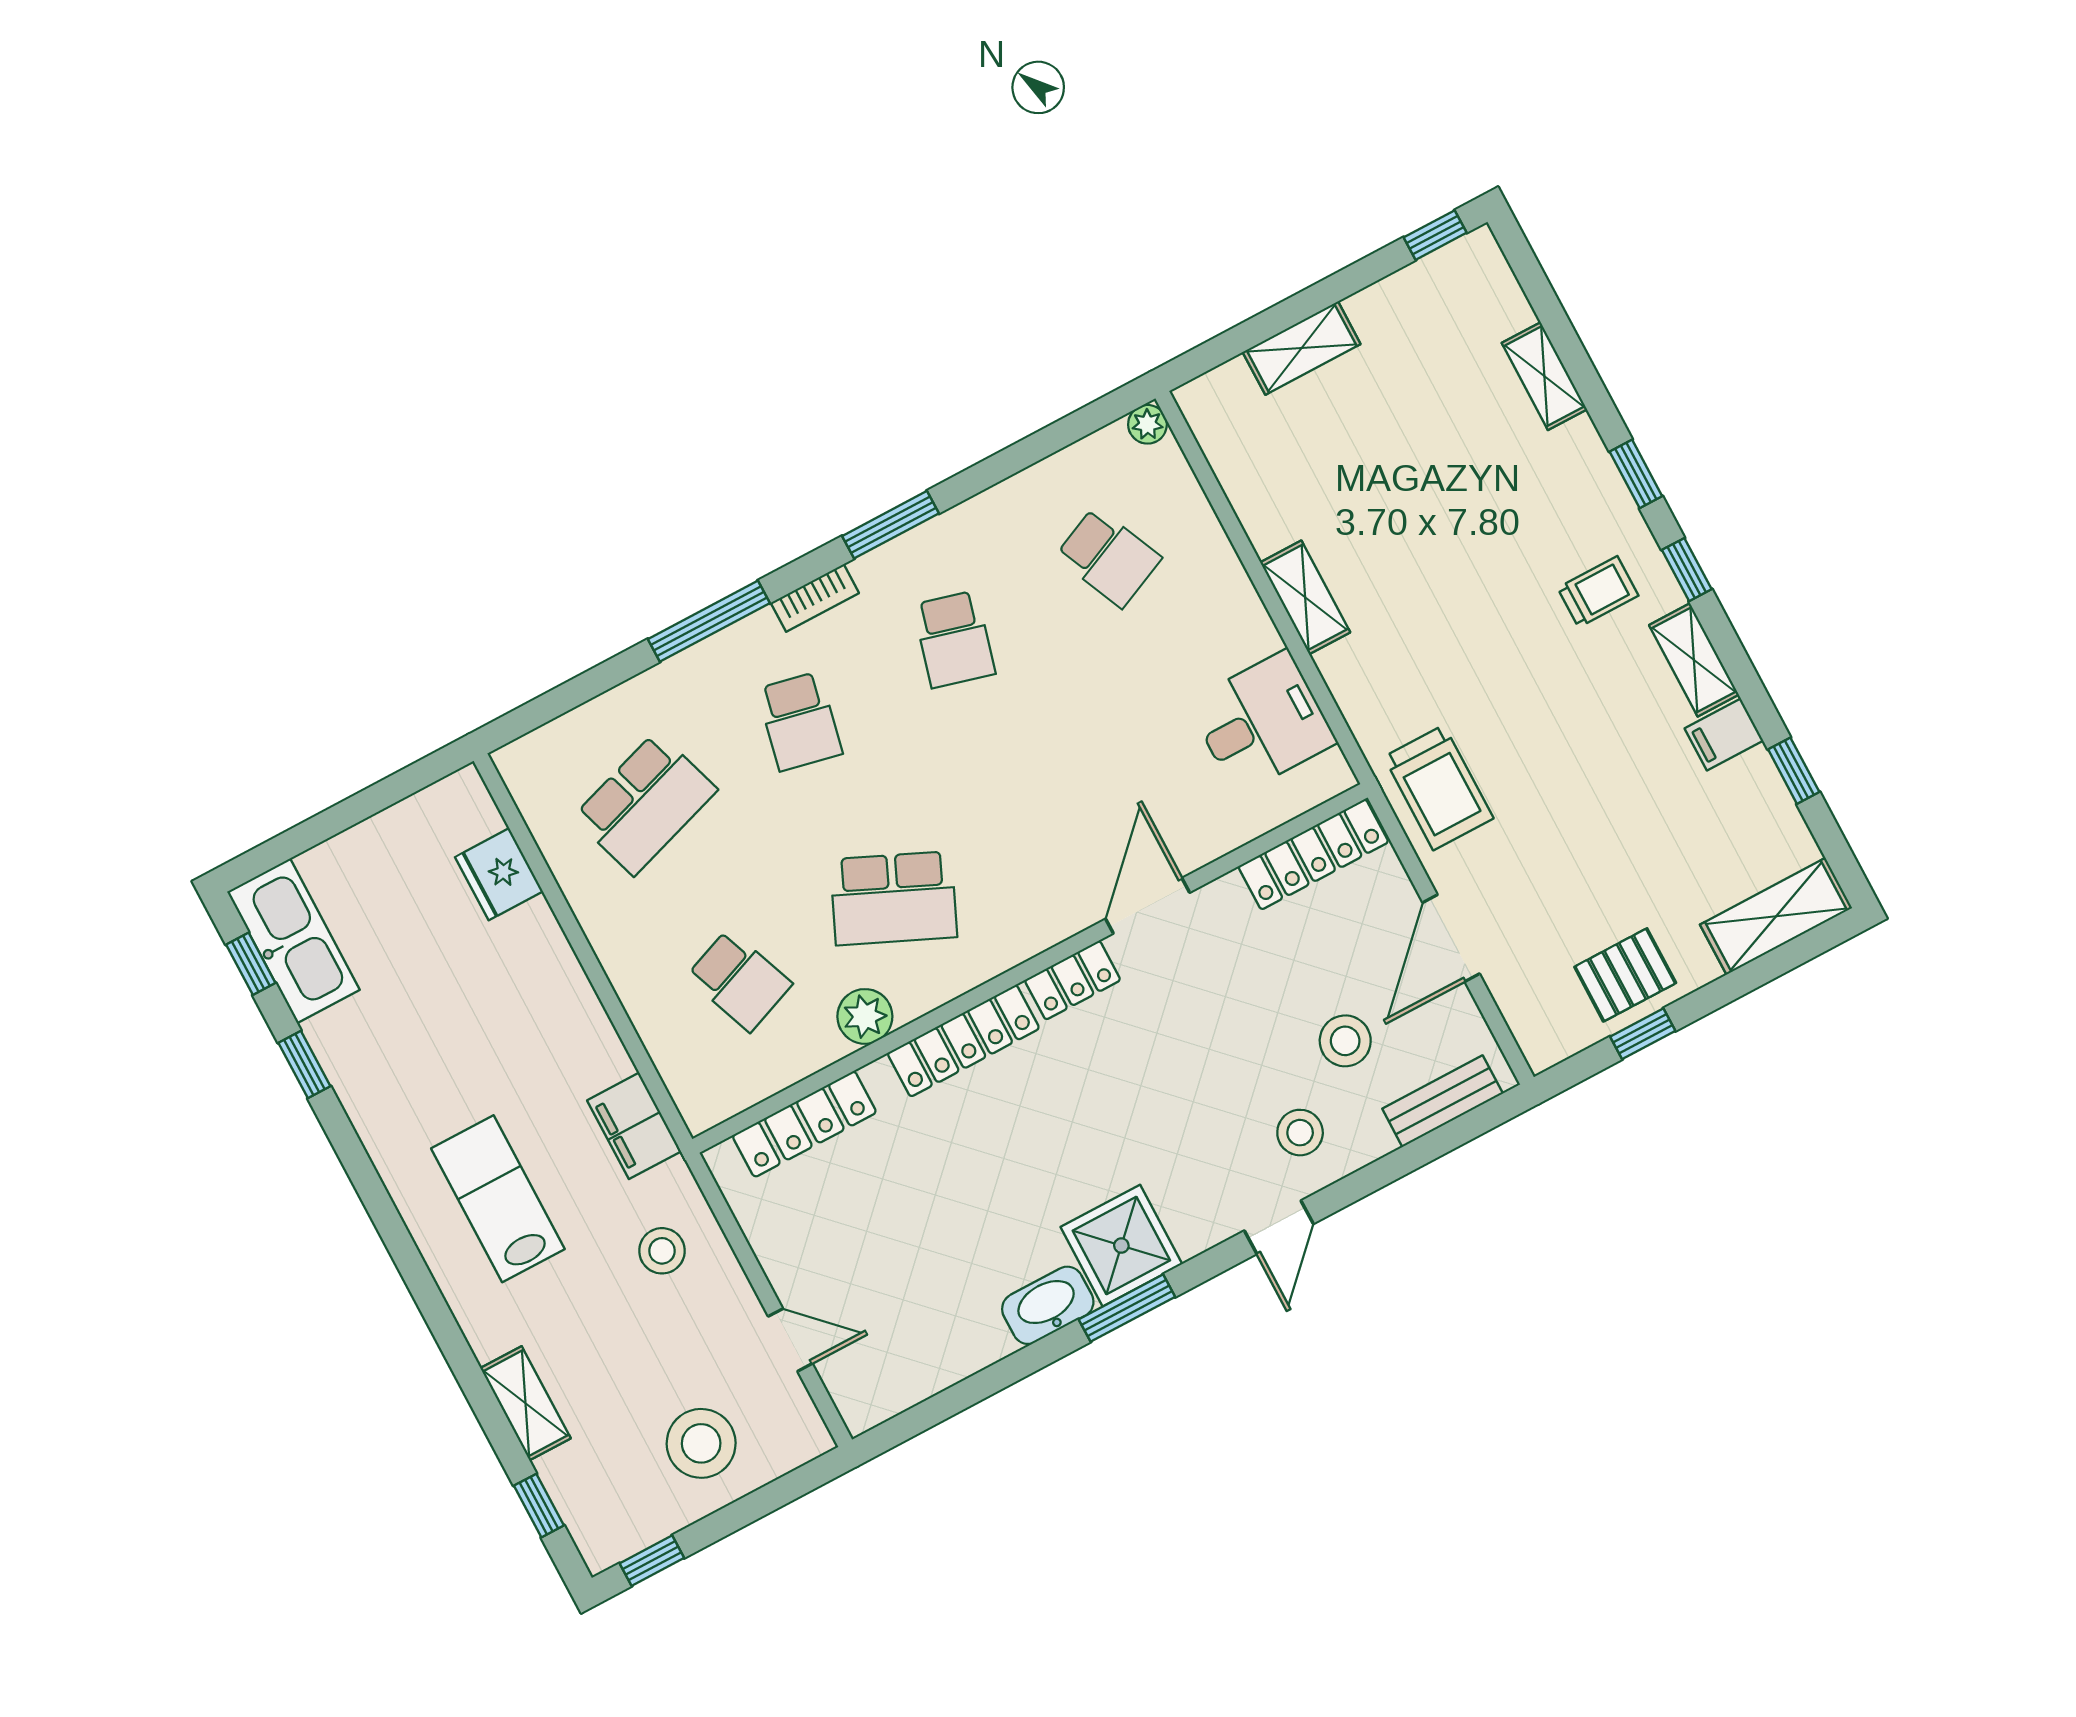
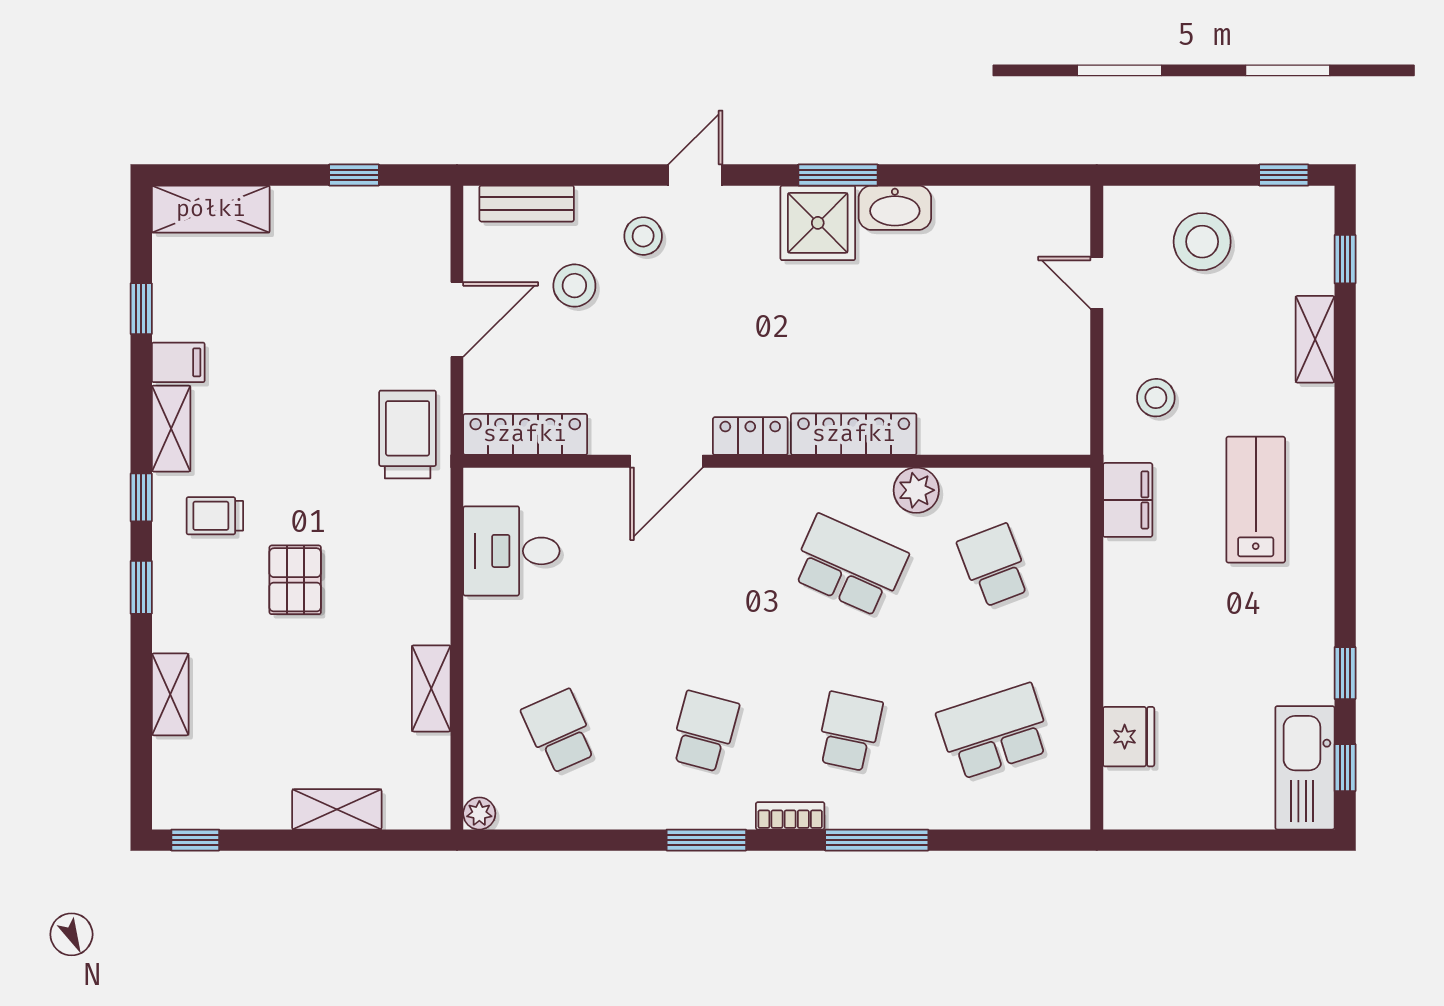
shelving: (1305, 597) -> (431, 688), moved
pallet: (1625, 975) -> (295, 580), moved, turned 90
locker: (804, 1124) -> (1002, 435), removed
lab bench: (498, 1199) -> (1256, 500), turned 180

